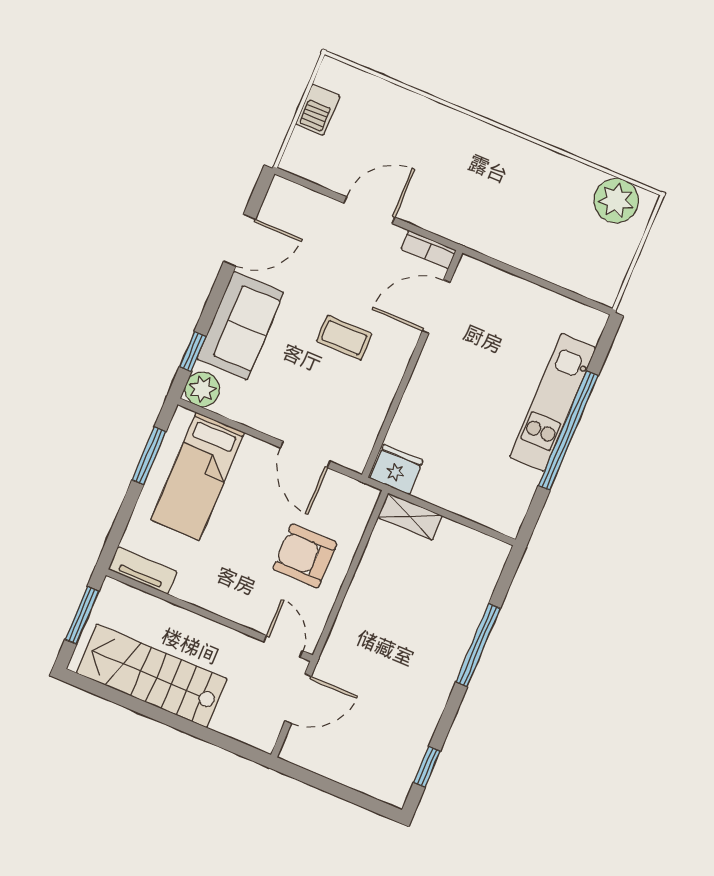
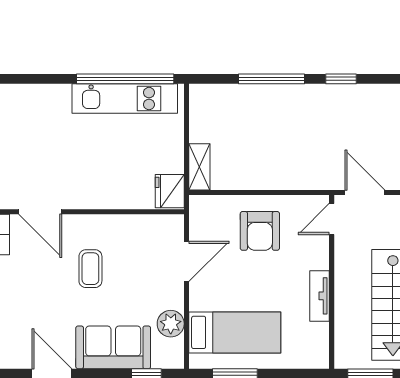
plant: (202, 389) -> (171, 324), moved
kitchen unit: (553, 403) -> (125, 99), moved
window: (568, 431) -> (125, 79), moved
tv unit: (143, 570) -> (320, 296), moved
window: (427, 767) -> (341, 79), moved

